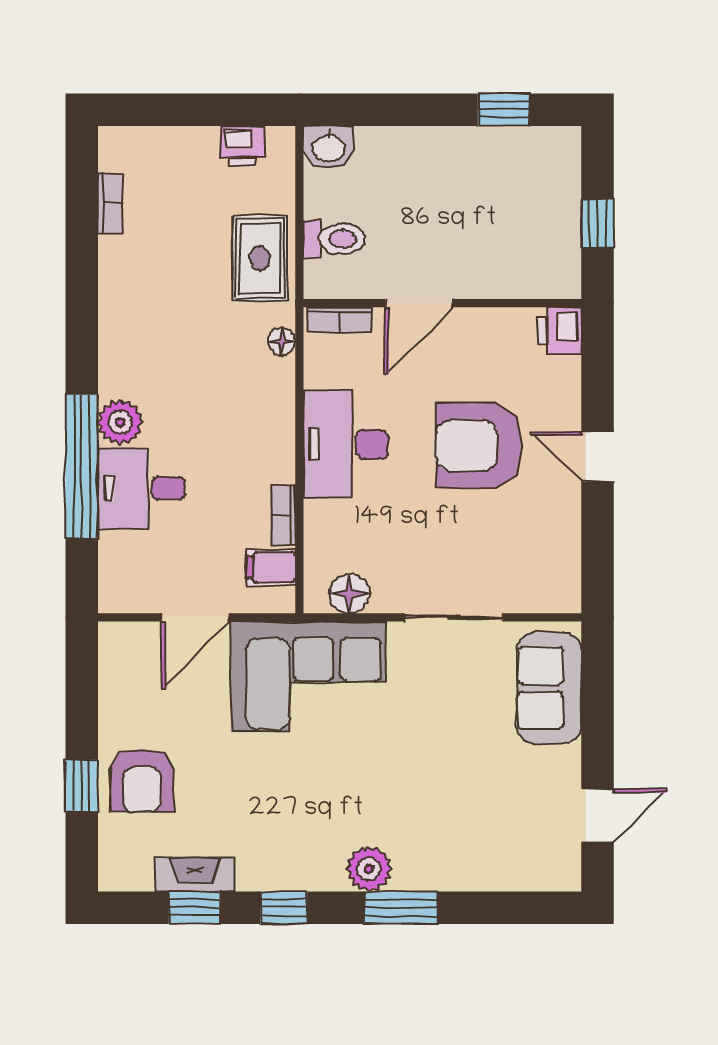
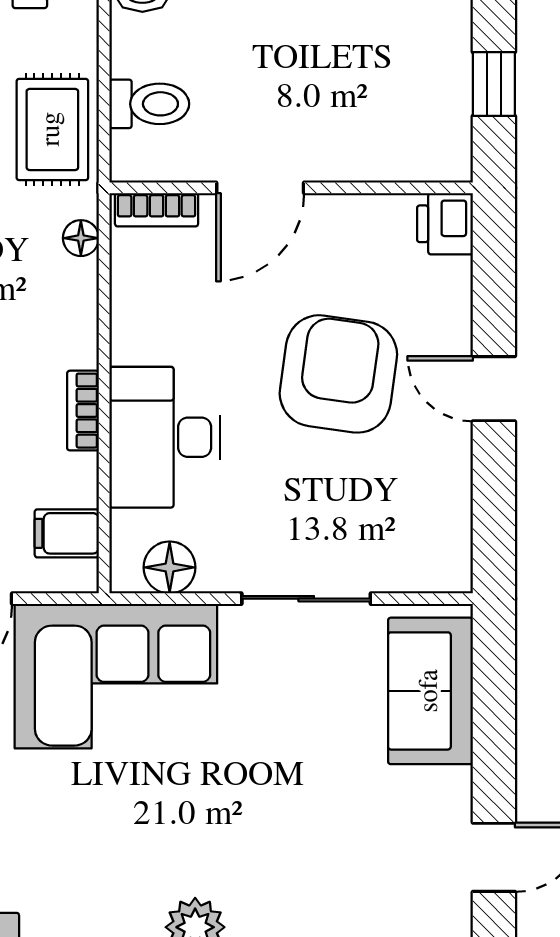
desk: (346, 444) -> (165, 437), moved
armchair: (479, 445) -> (338, 374), turned 98
bookcase: (283, 515) -> (83, 411), moved

